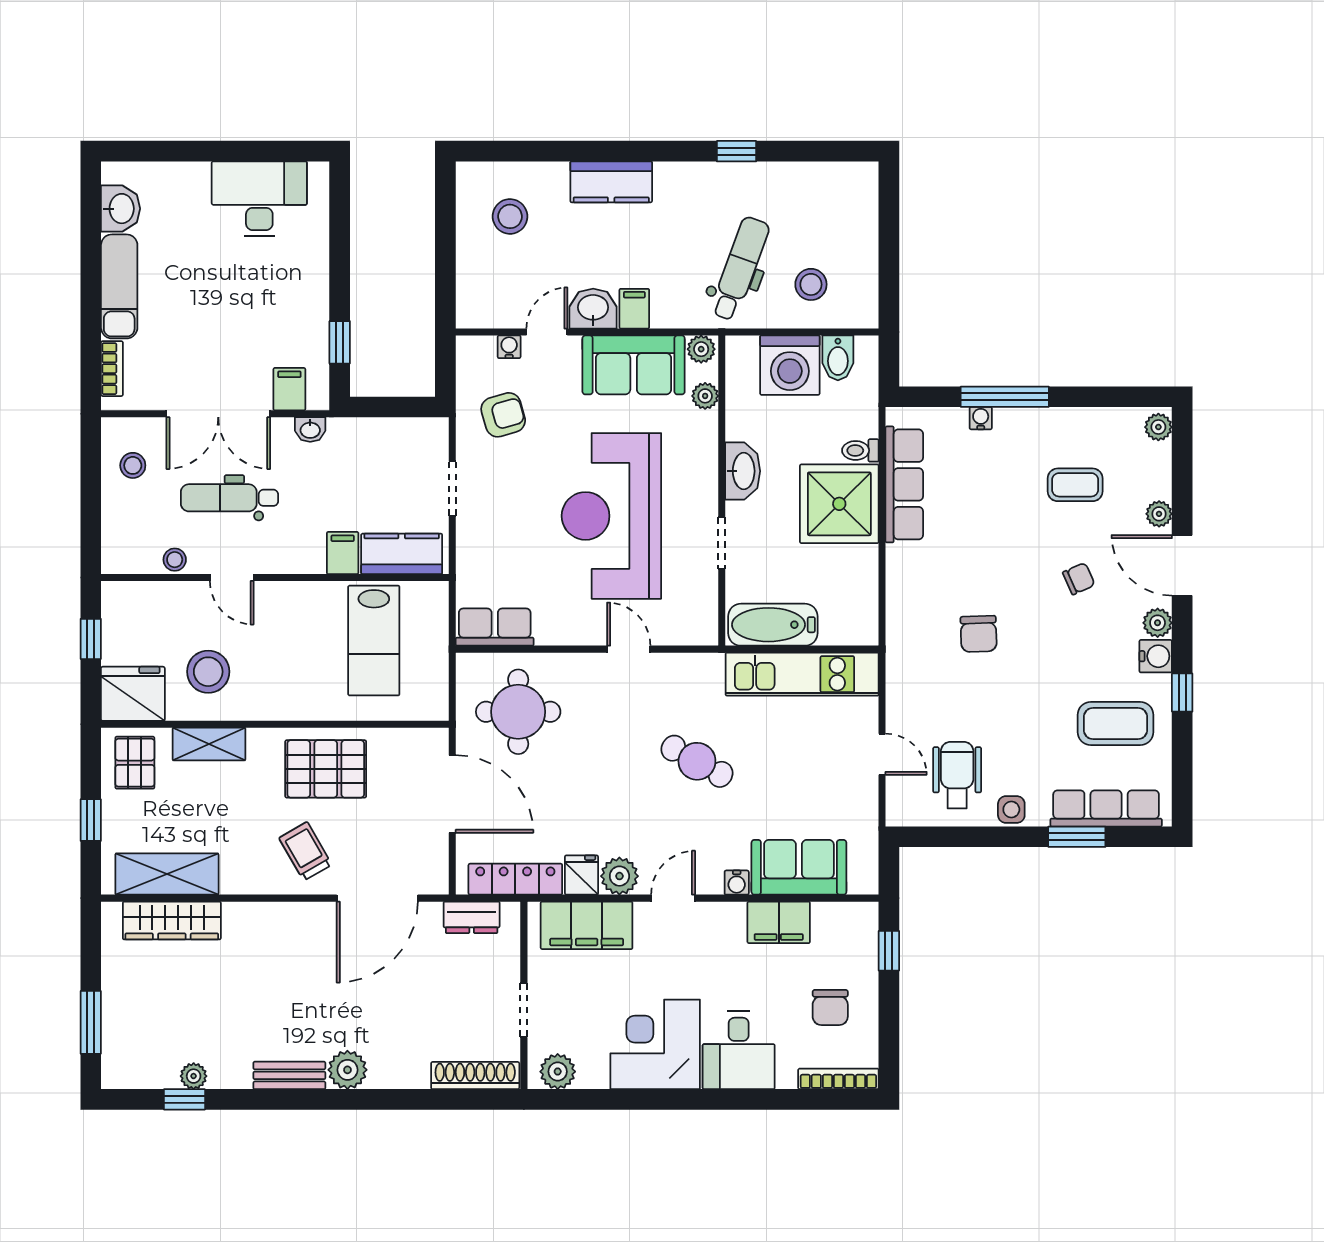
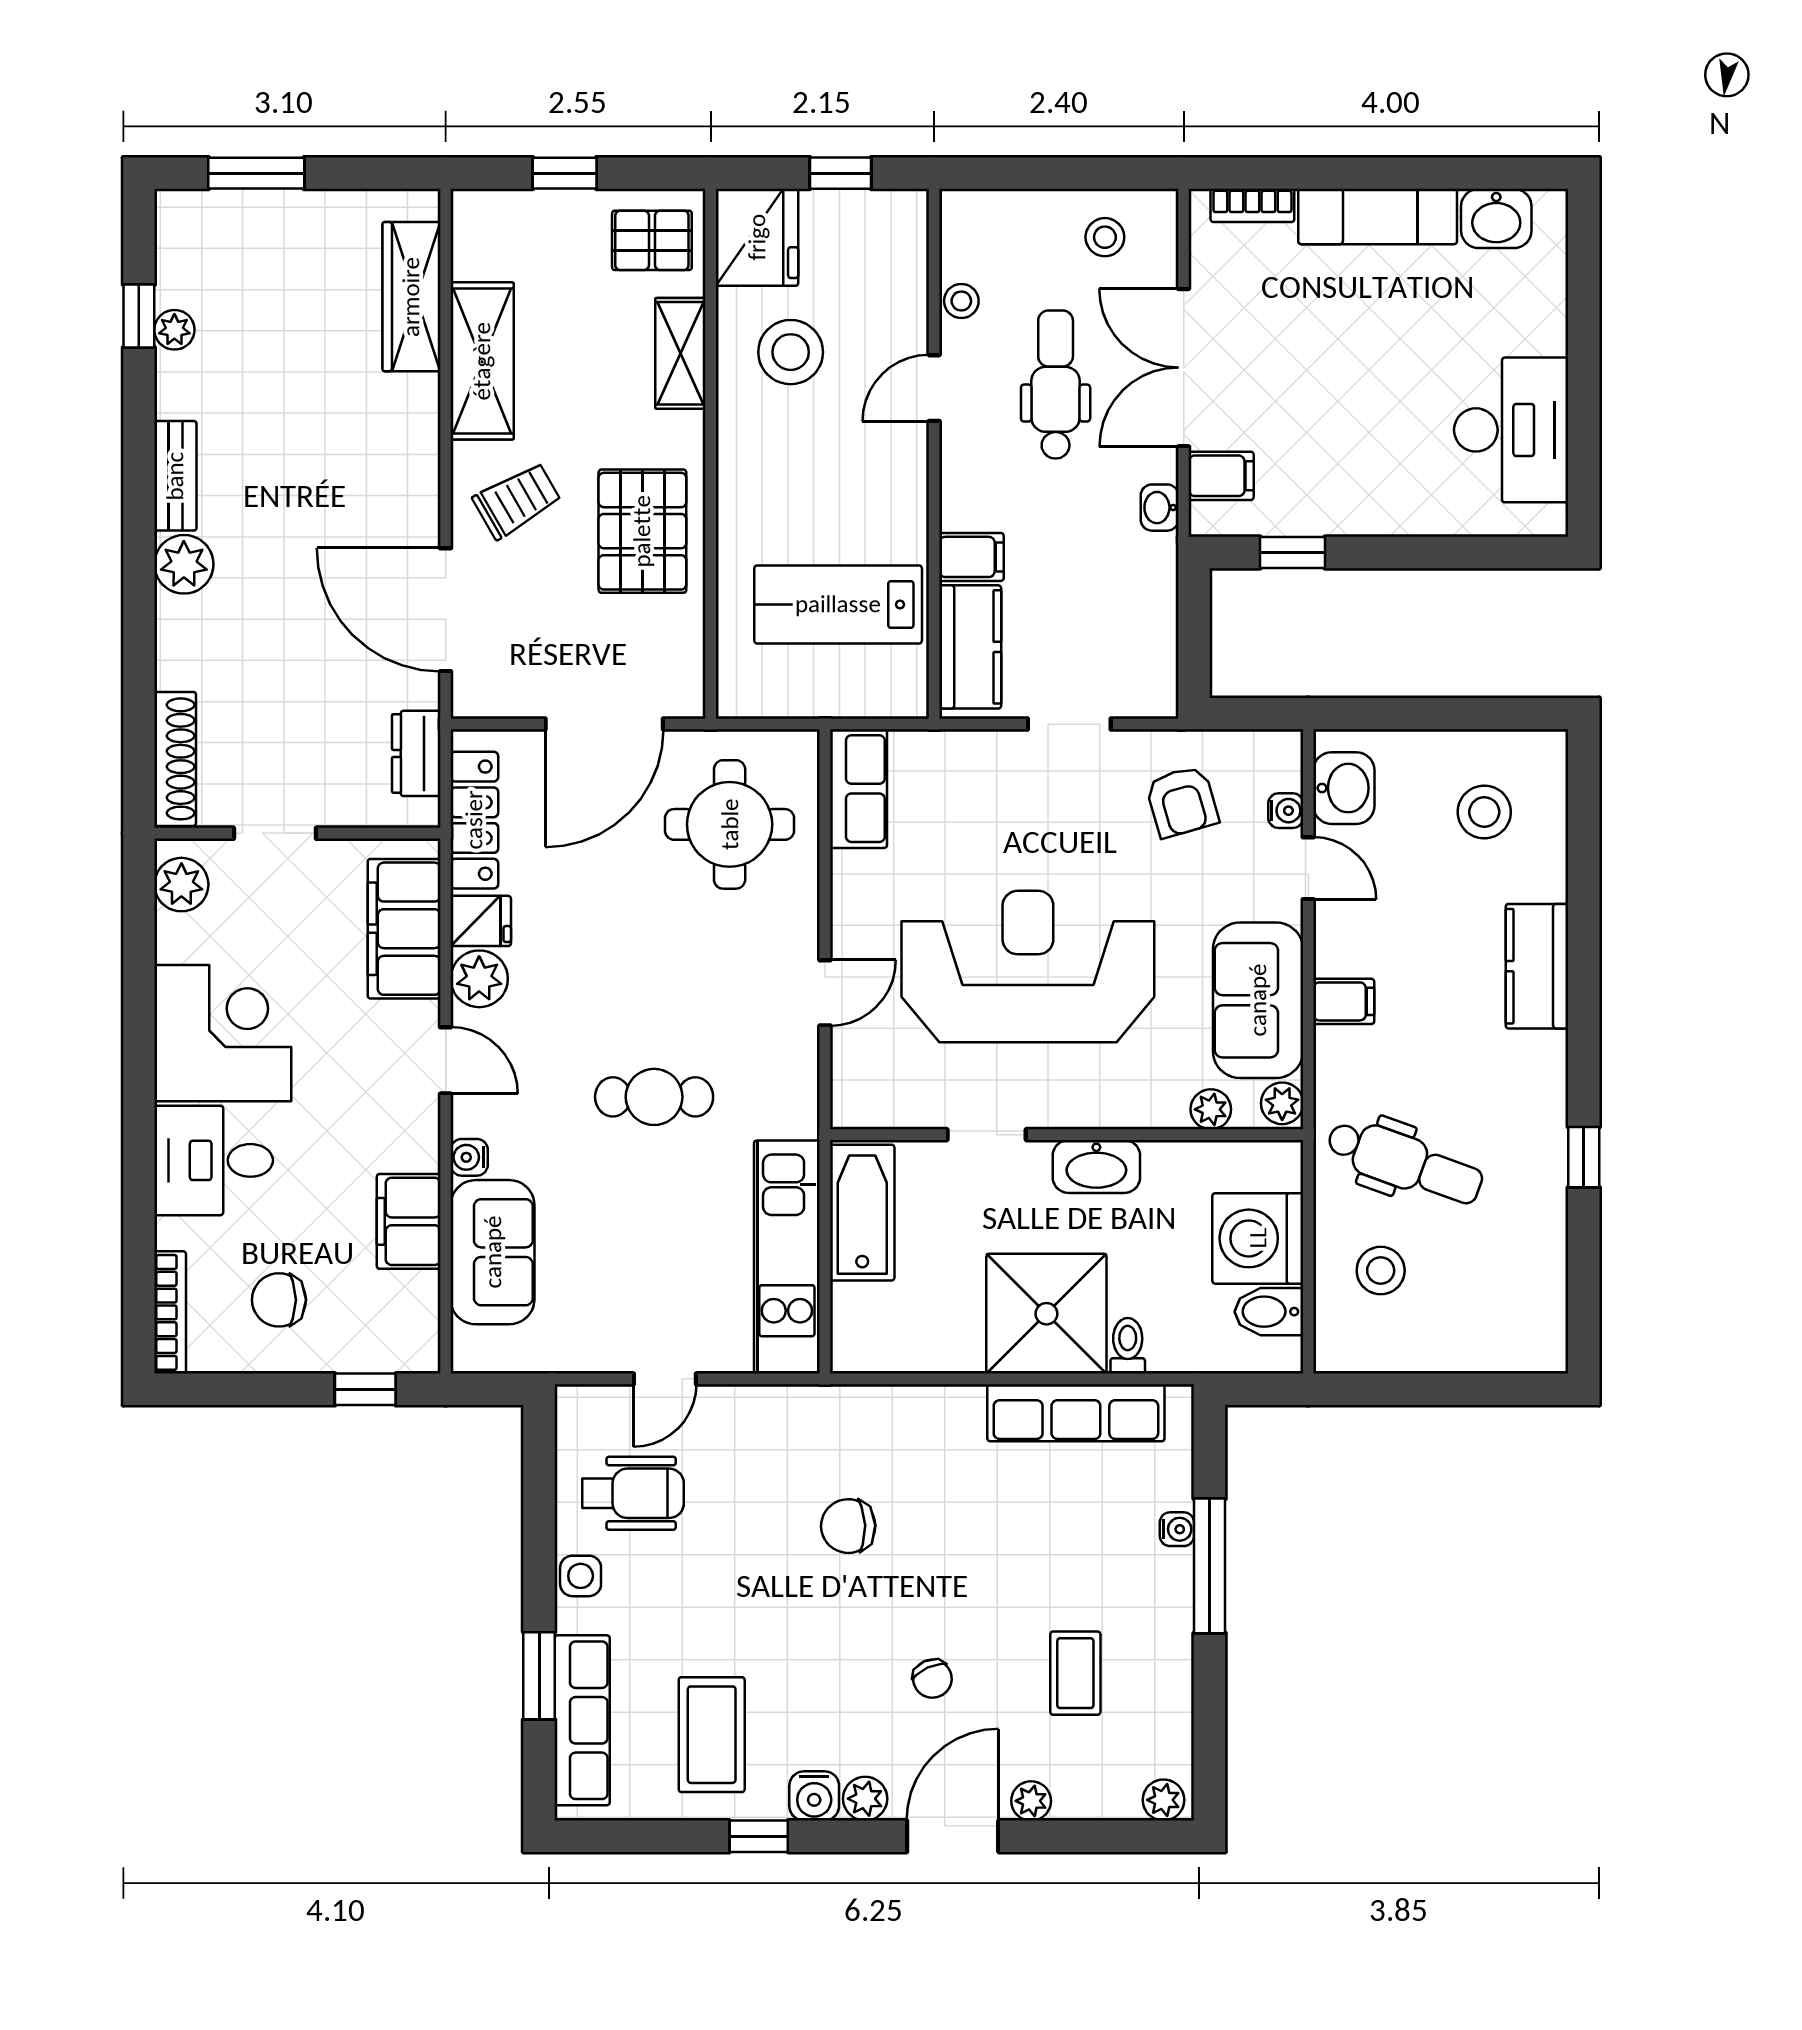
washbasin: (593, 309) -> (1344, 788), moved
cafe table: (697, 761) -> (654, 1097), turned 61
shelving: (167, 874) -> (482, 361), moved

